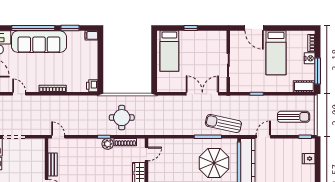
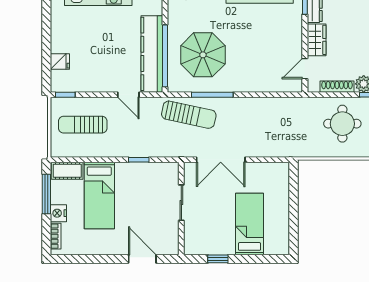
window: (191, 28) -> (218, 259), moved
bed: (169, 51) -> (249, 224), moved
bed: (276, 53) -> (99, 195), moved, turned 180
door: (263, 137) -> (128, 95), hinge flipped

